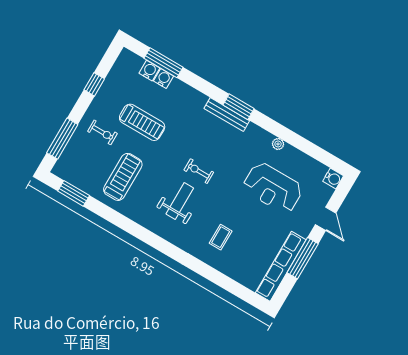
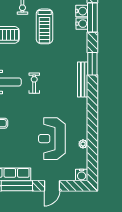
window: (239, 107) -> (92, 64), moved
plant: (278, 144) -> (83, 144), moved

